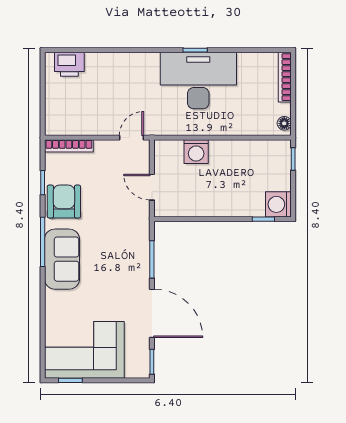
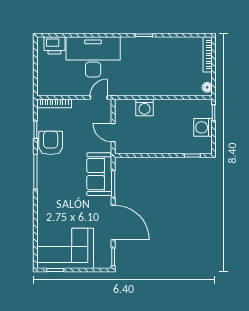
desk: (198, 81) -> (93, 57), moved
washing machine: (278, 204) -> (203, 127), moved
sofa: (62, 259) -> (99, 174), moved, turned 180

